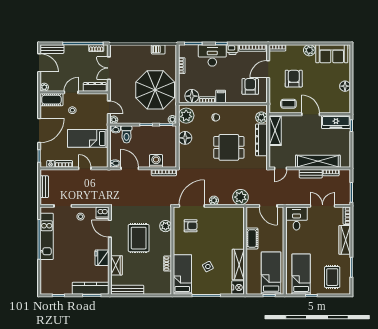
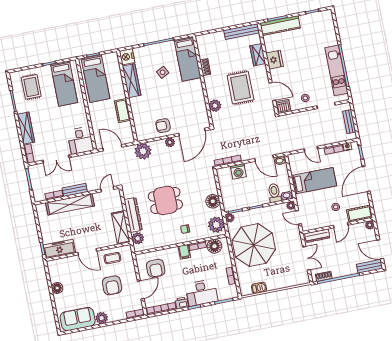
armchair: (191, 226) -> (163, 126), moved

